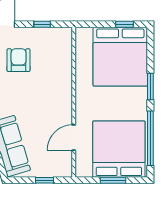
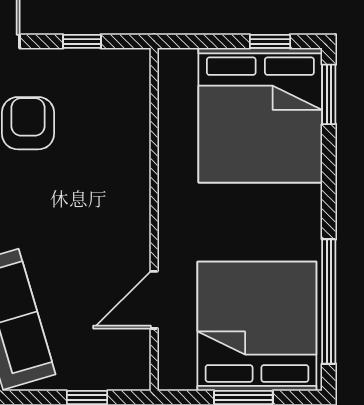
window: (150, 87) -> (329, 94), moved

